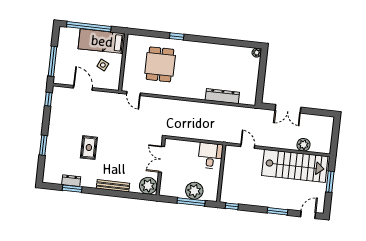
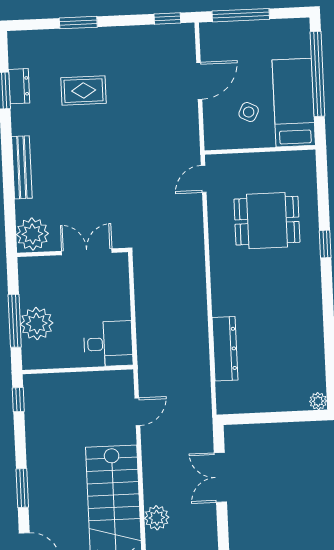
rug: (89, 148) -> (84, 91), moved

